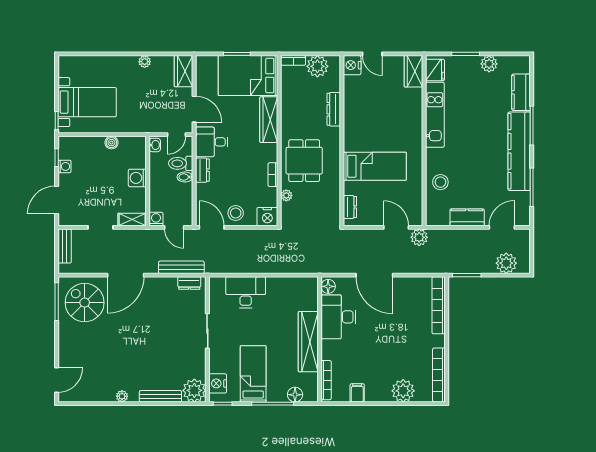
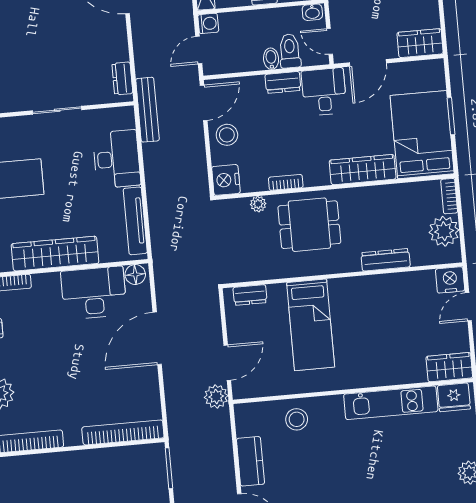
bench: (181, 267) -> (147, 110), moved
tv unit: (290, 283) -> (135, 221), added

